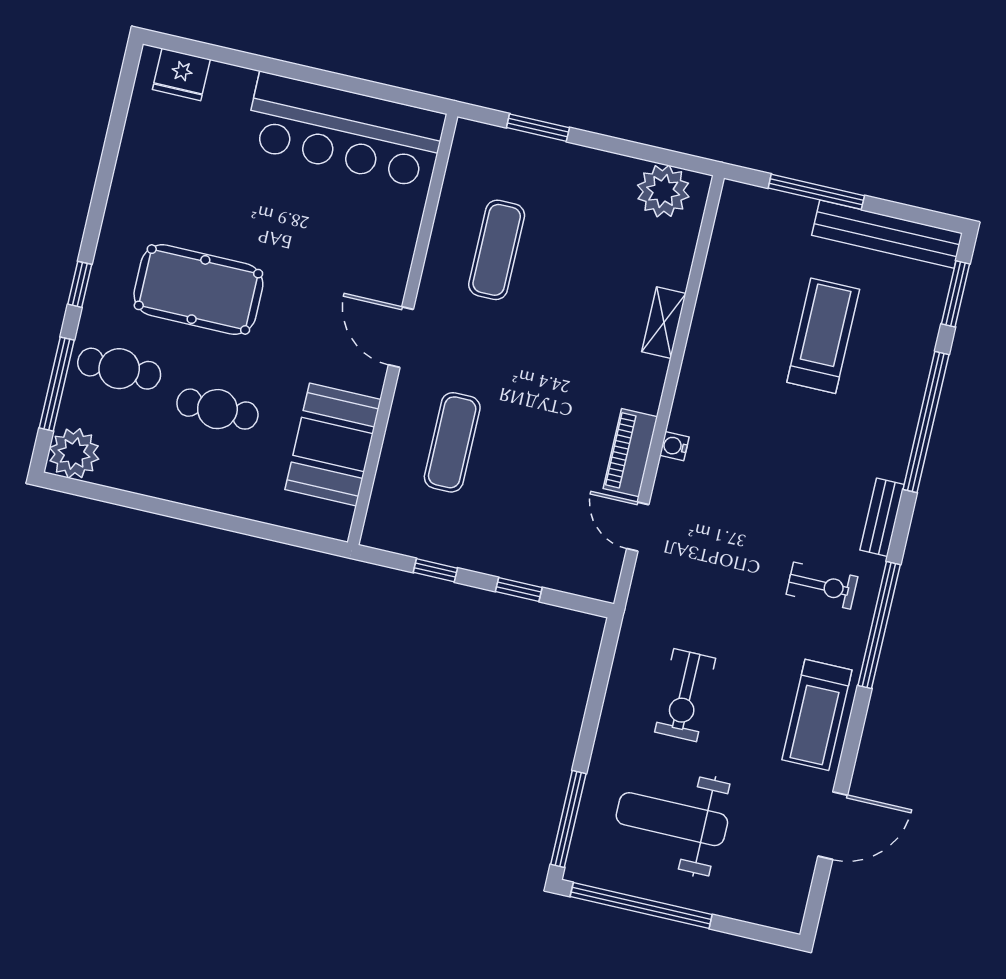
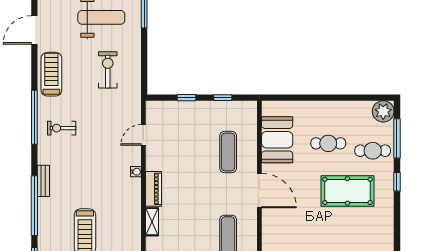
door: (401, 337) -> (259, 191), width x1.36
piano: (630, 453) -> (153, 189), moved
bench: (882, 517) -> (43, 181), moved
door: (638, 527) -> (143, 135), swing flipped

